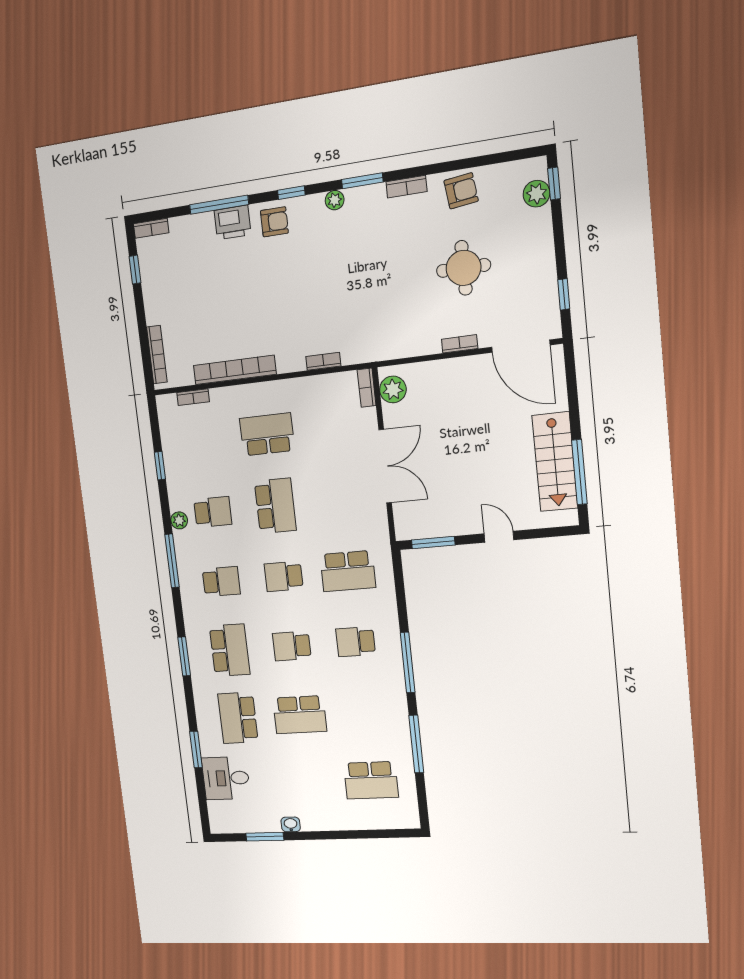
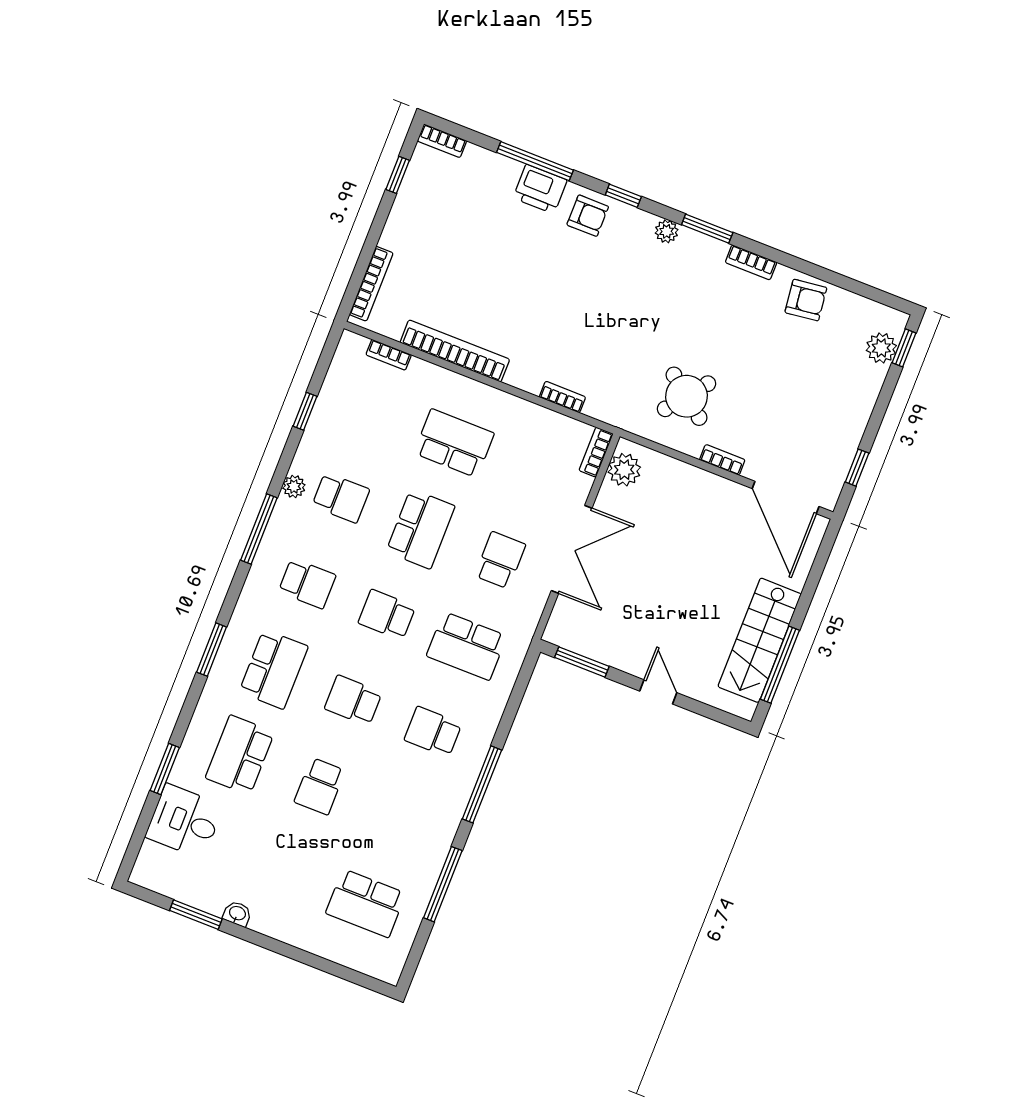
round table: (464, 268) -> (687, 396), moved, turned 38
school desk: (340, 500) -> (500, 560), added
school desk: (300, 715) -> (320, 786), width x0.54

